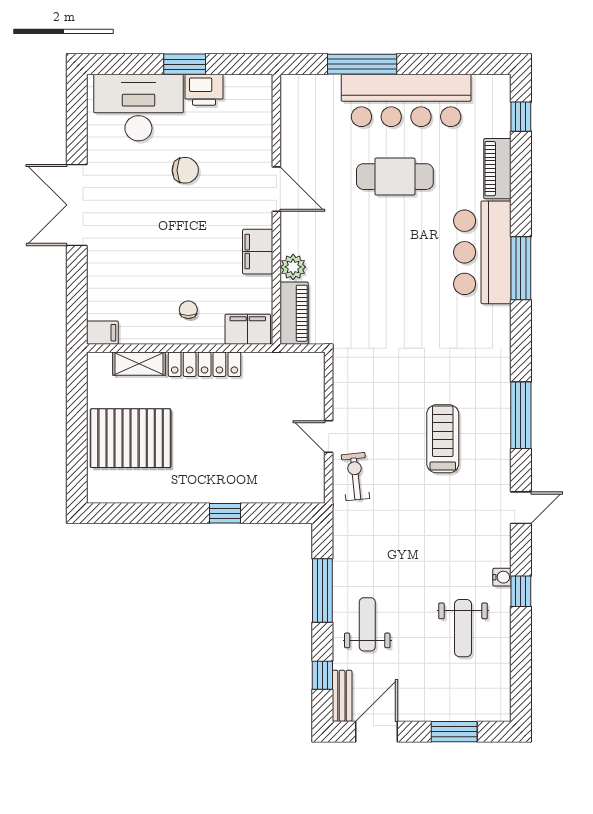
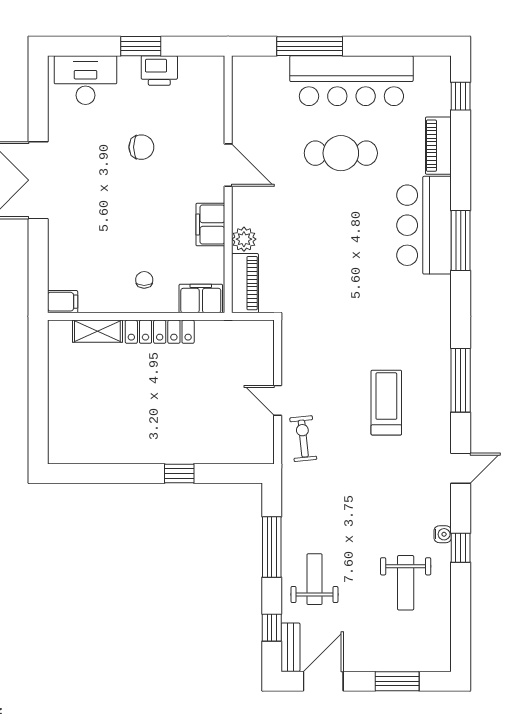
desk: (138, 107) -> (86, 80), width x0.73, depth x0.77
pallet: (131, 438) -> (89, 402), removed

